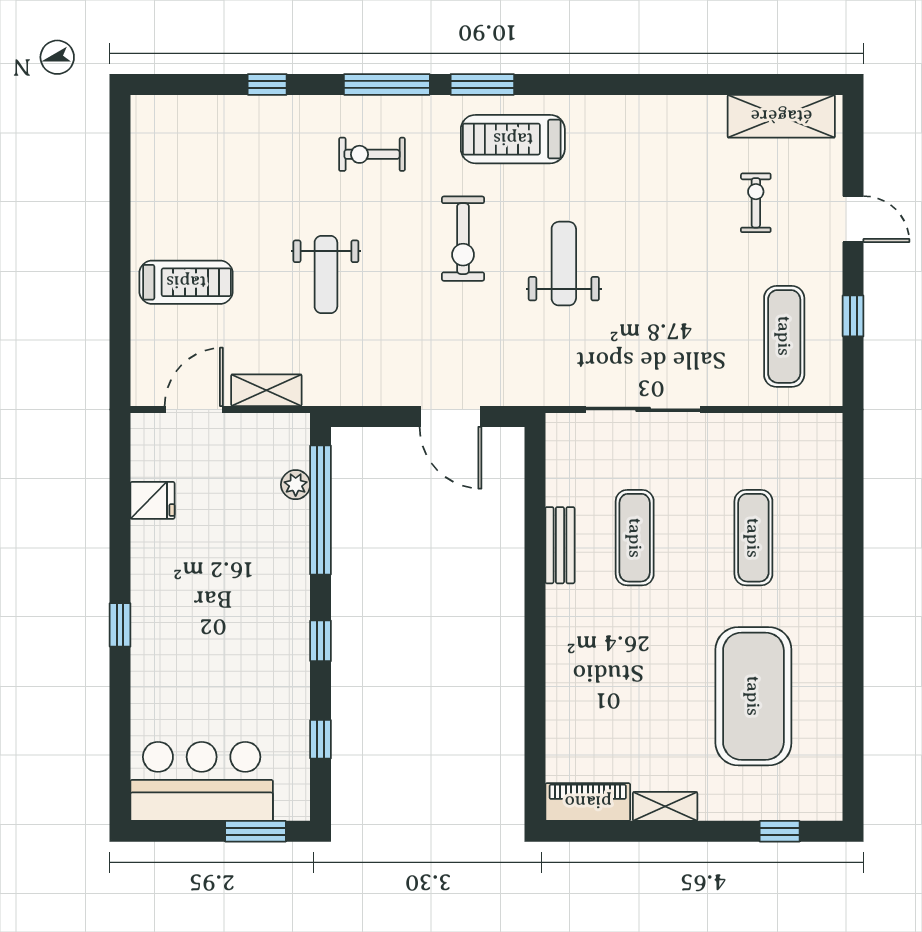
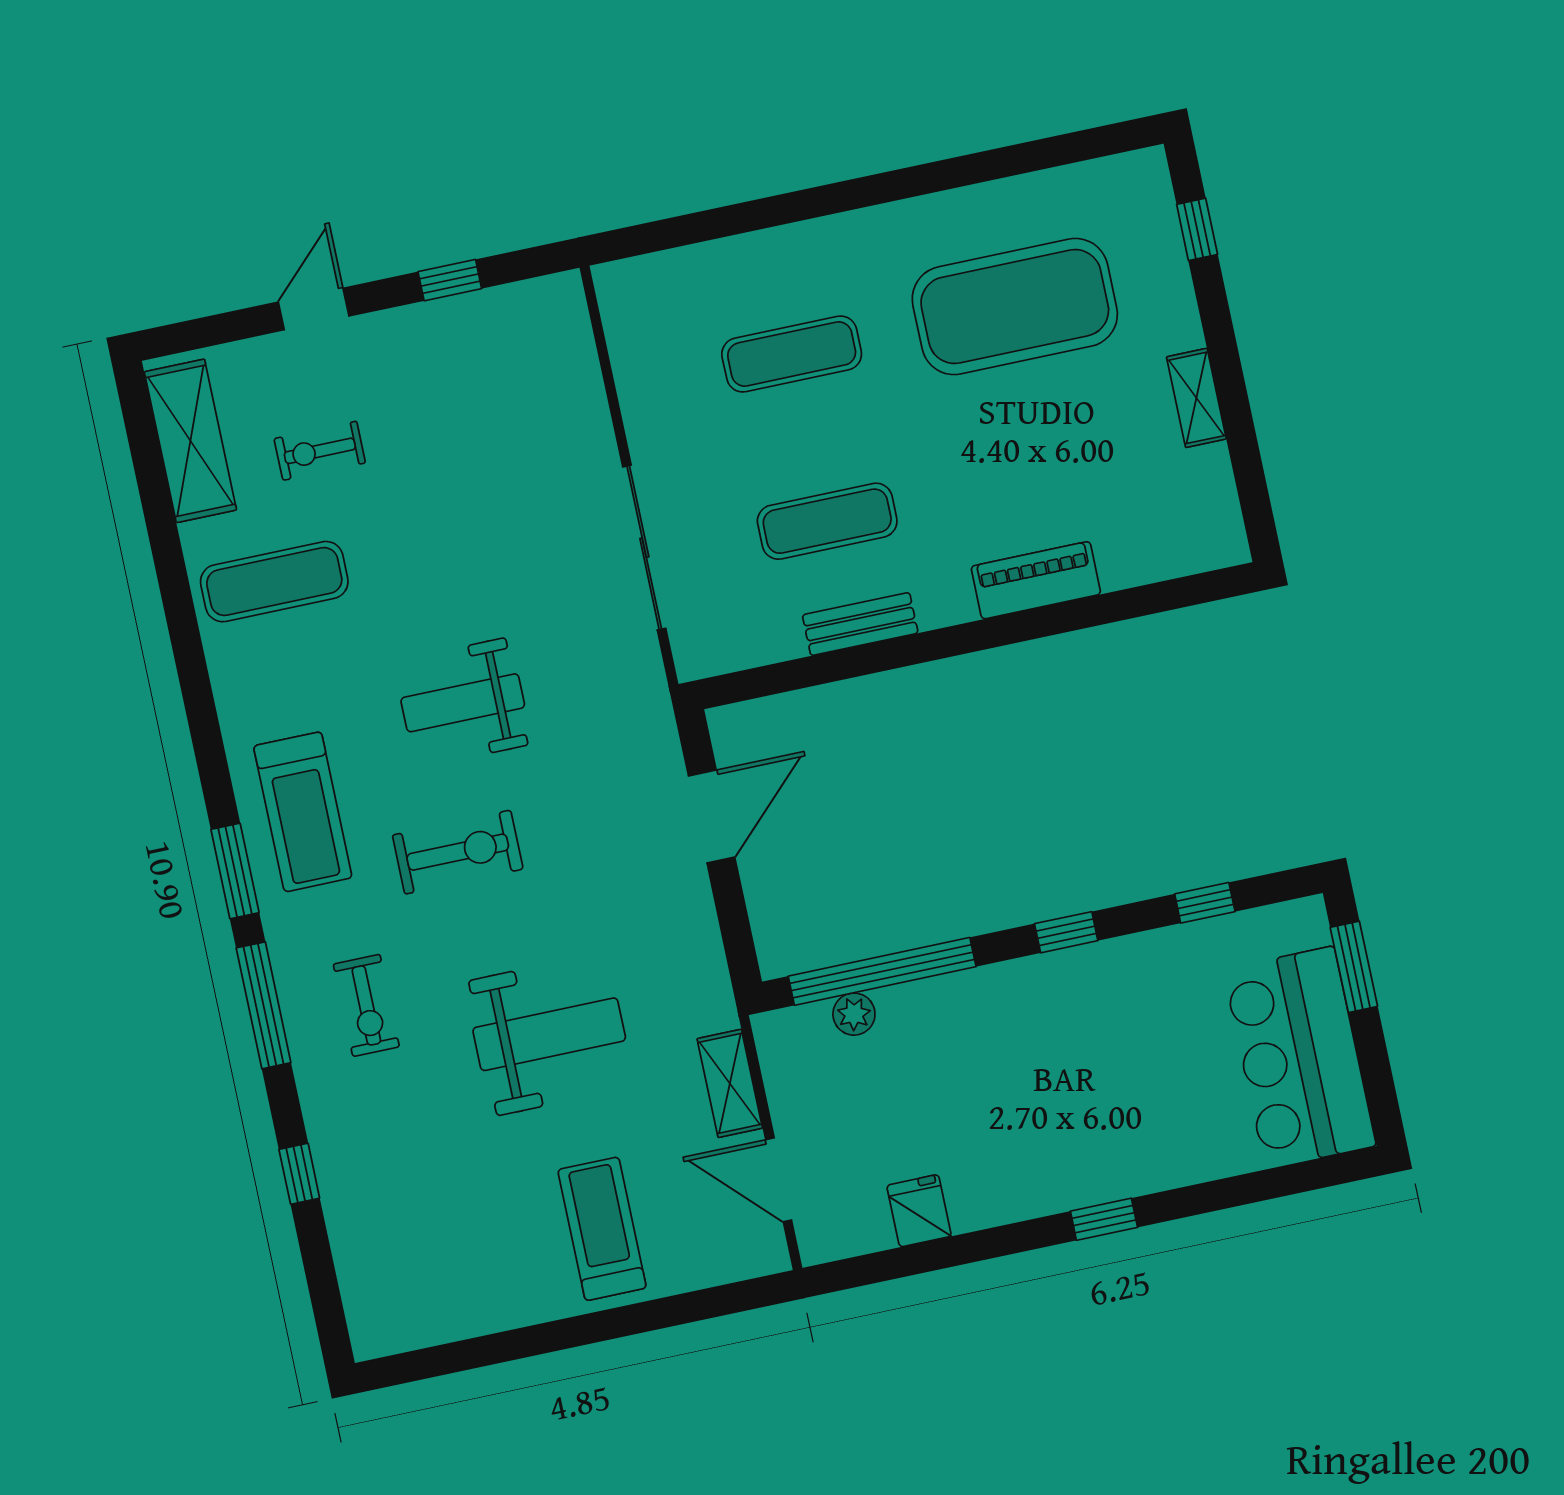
weight bench: (326, 274) -> (549, 1034), width x1.36, depth x1.33
exercise mat: (784, 336) -> (274, 582), moved
piano: (588, 802) -> (1036, 580), moved, turned 90

